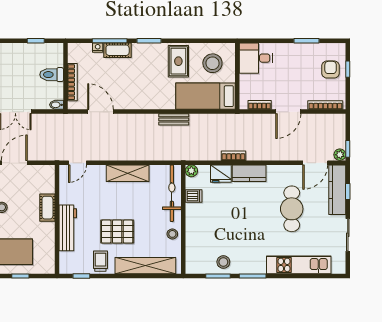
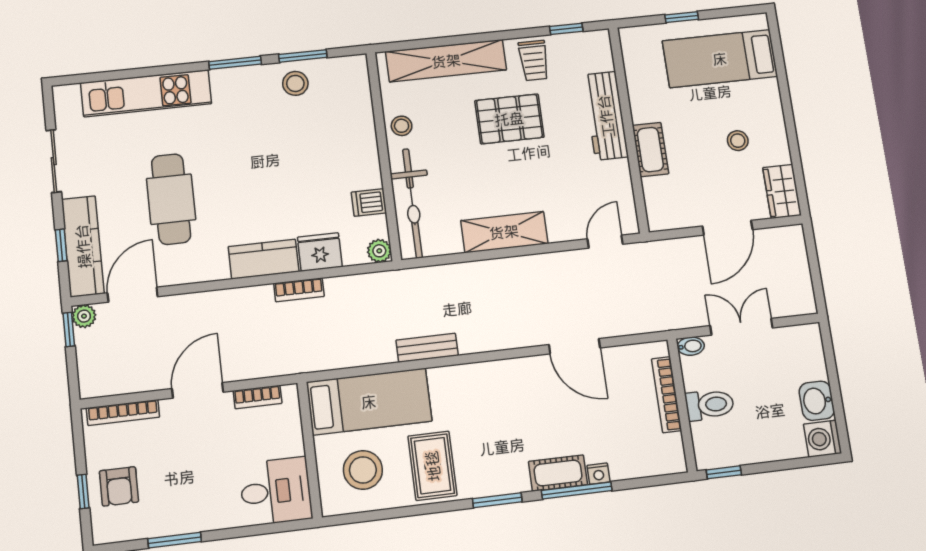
toilet: (52, 75) -> (710, 405), moved
wall: (65, 76) -> (682, 405), moved
bookcase: (72, 82) -> (667, 395), moved
bidet: (57, 105) -> (691, 346), moved

